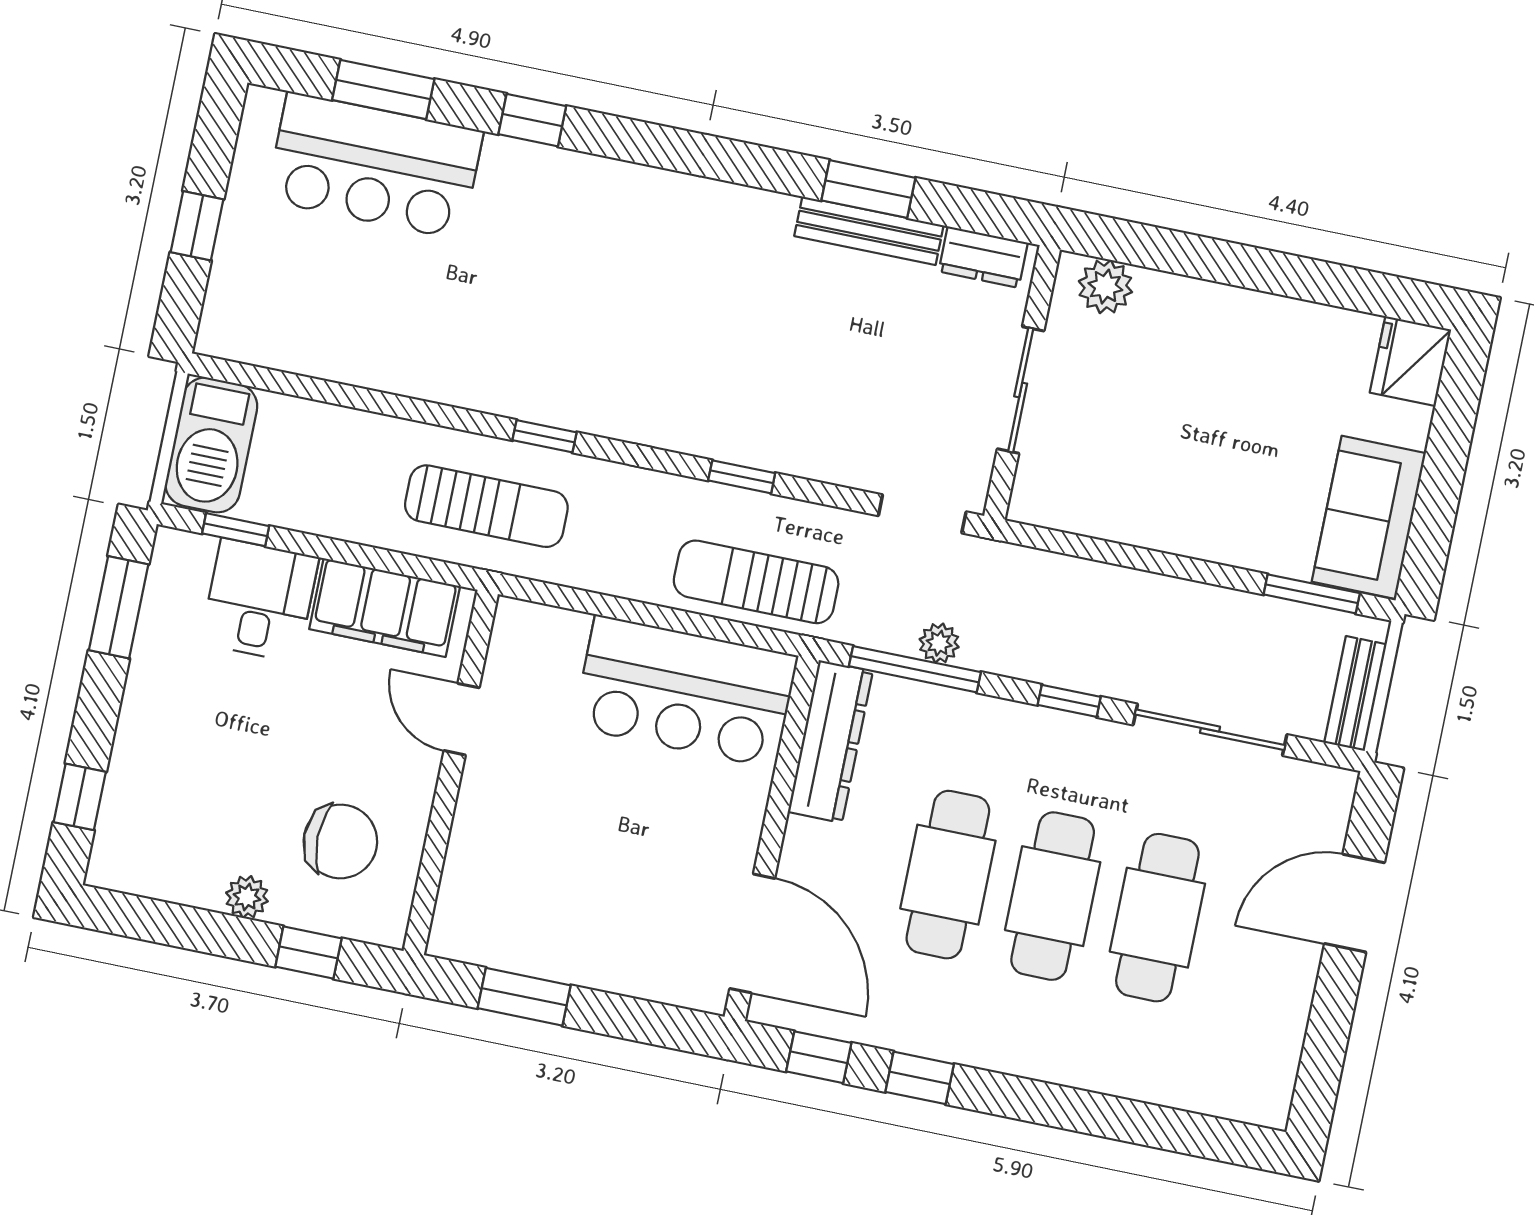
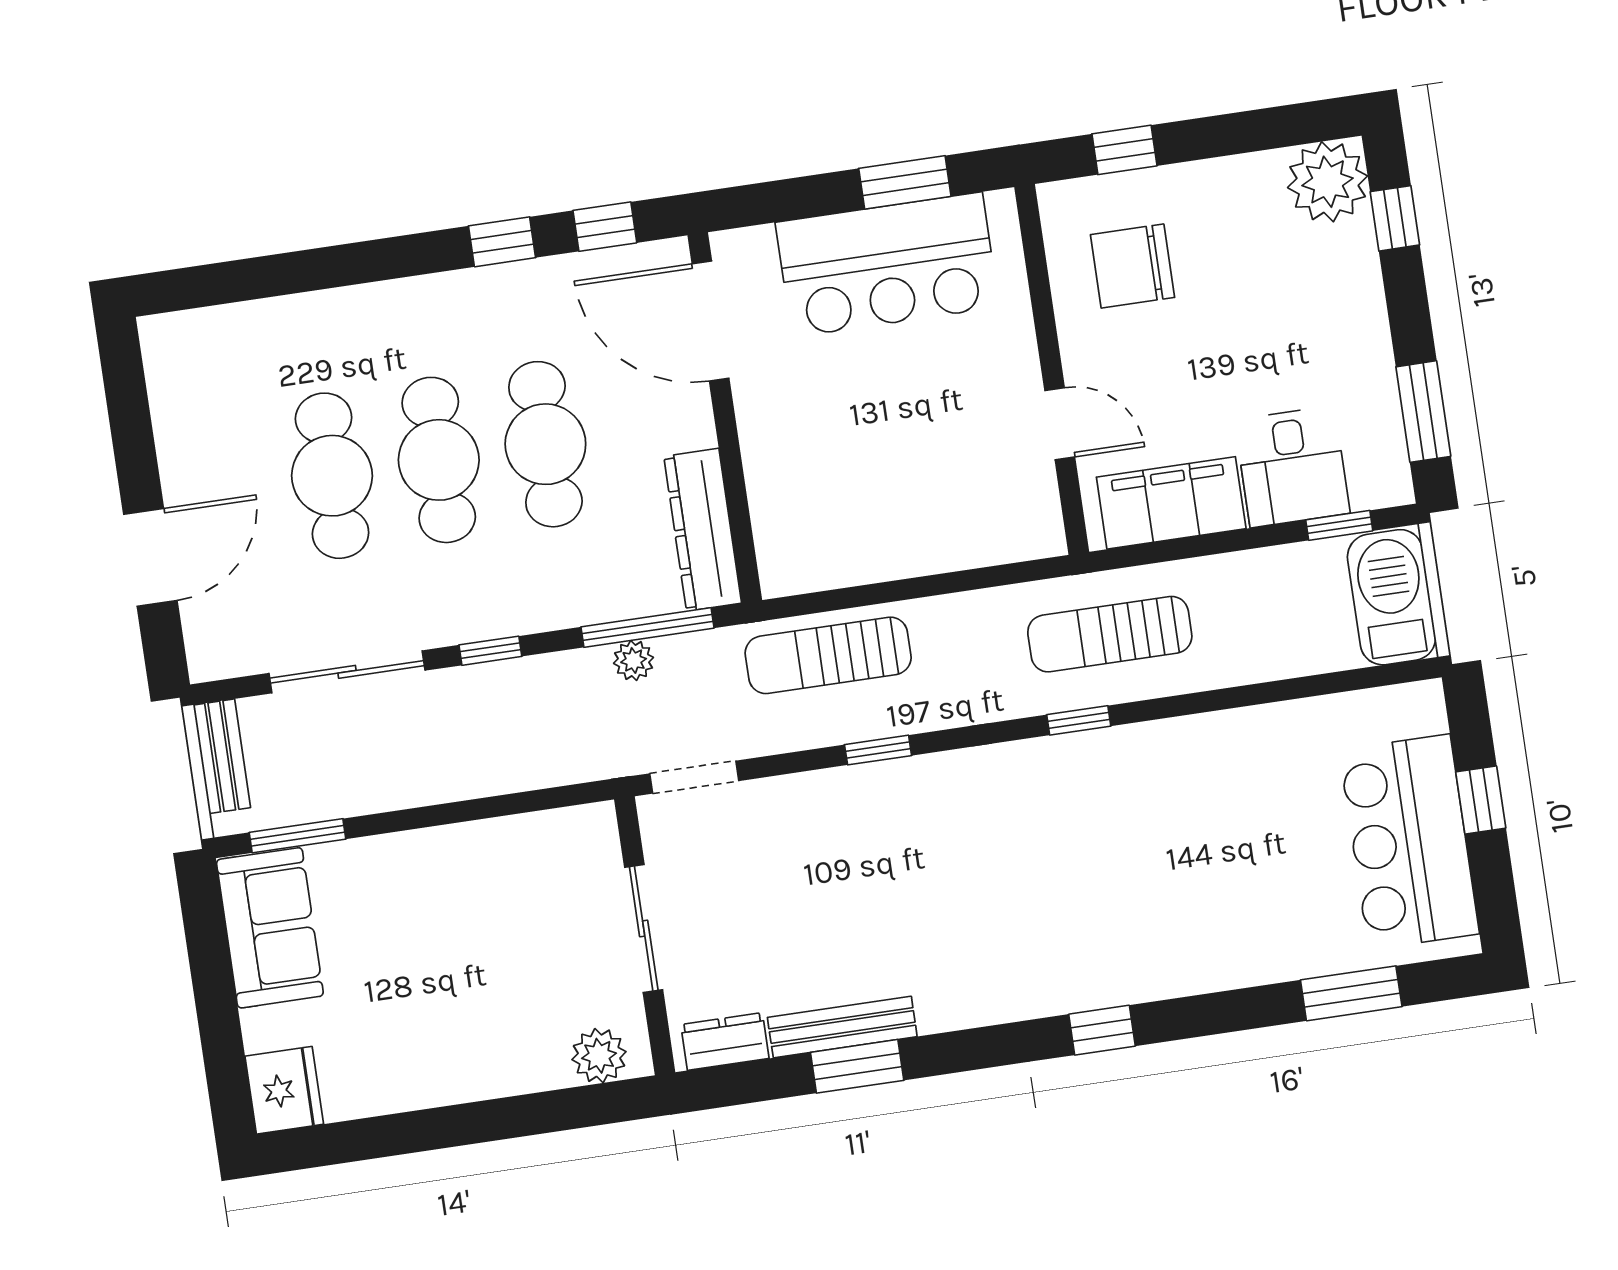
window: (532, 120) -> (1102, 1030), moved
bar counter: (375, 166) -> (1409, 842), moved, turned -90
sun lounger: (756, 582) -> (828, 655), turned 180
bar counter: (685, 691) -> (887, 265), moved, turned 180
plant: (247, 897) -> (1328, 182), moved, width x1.87, depth x1.87

